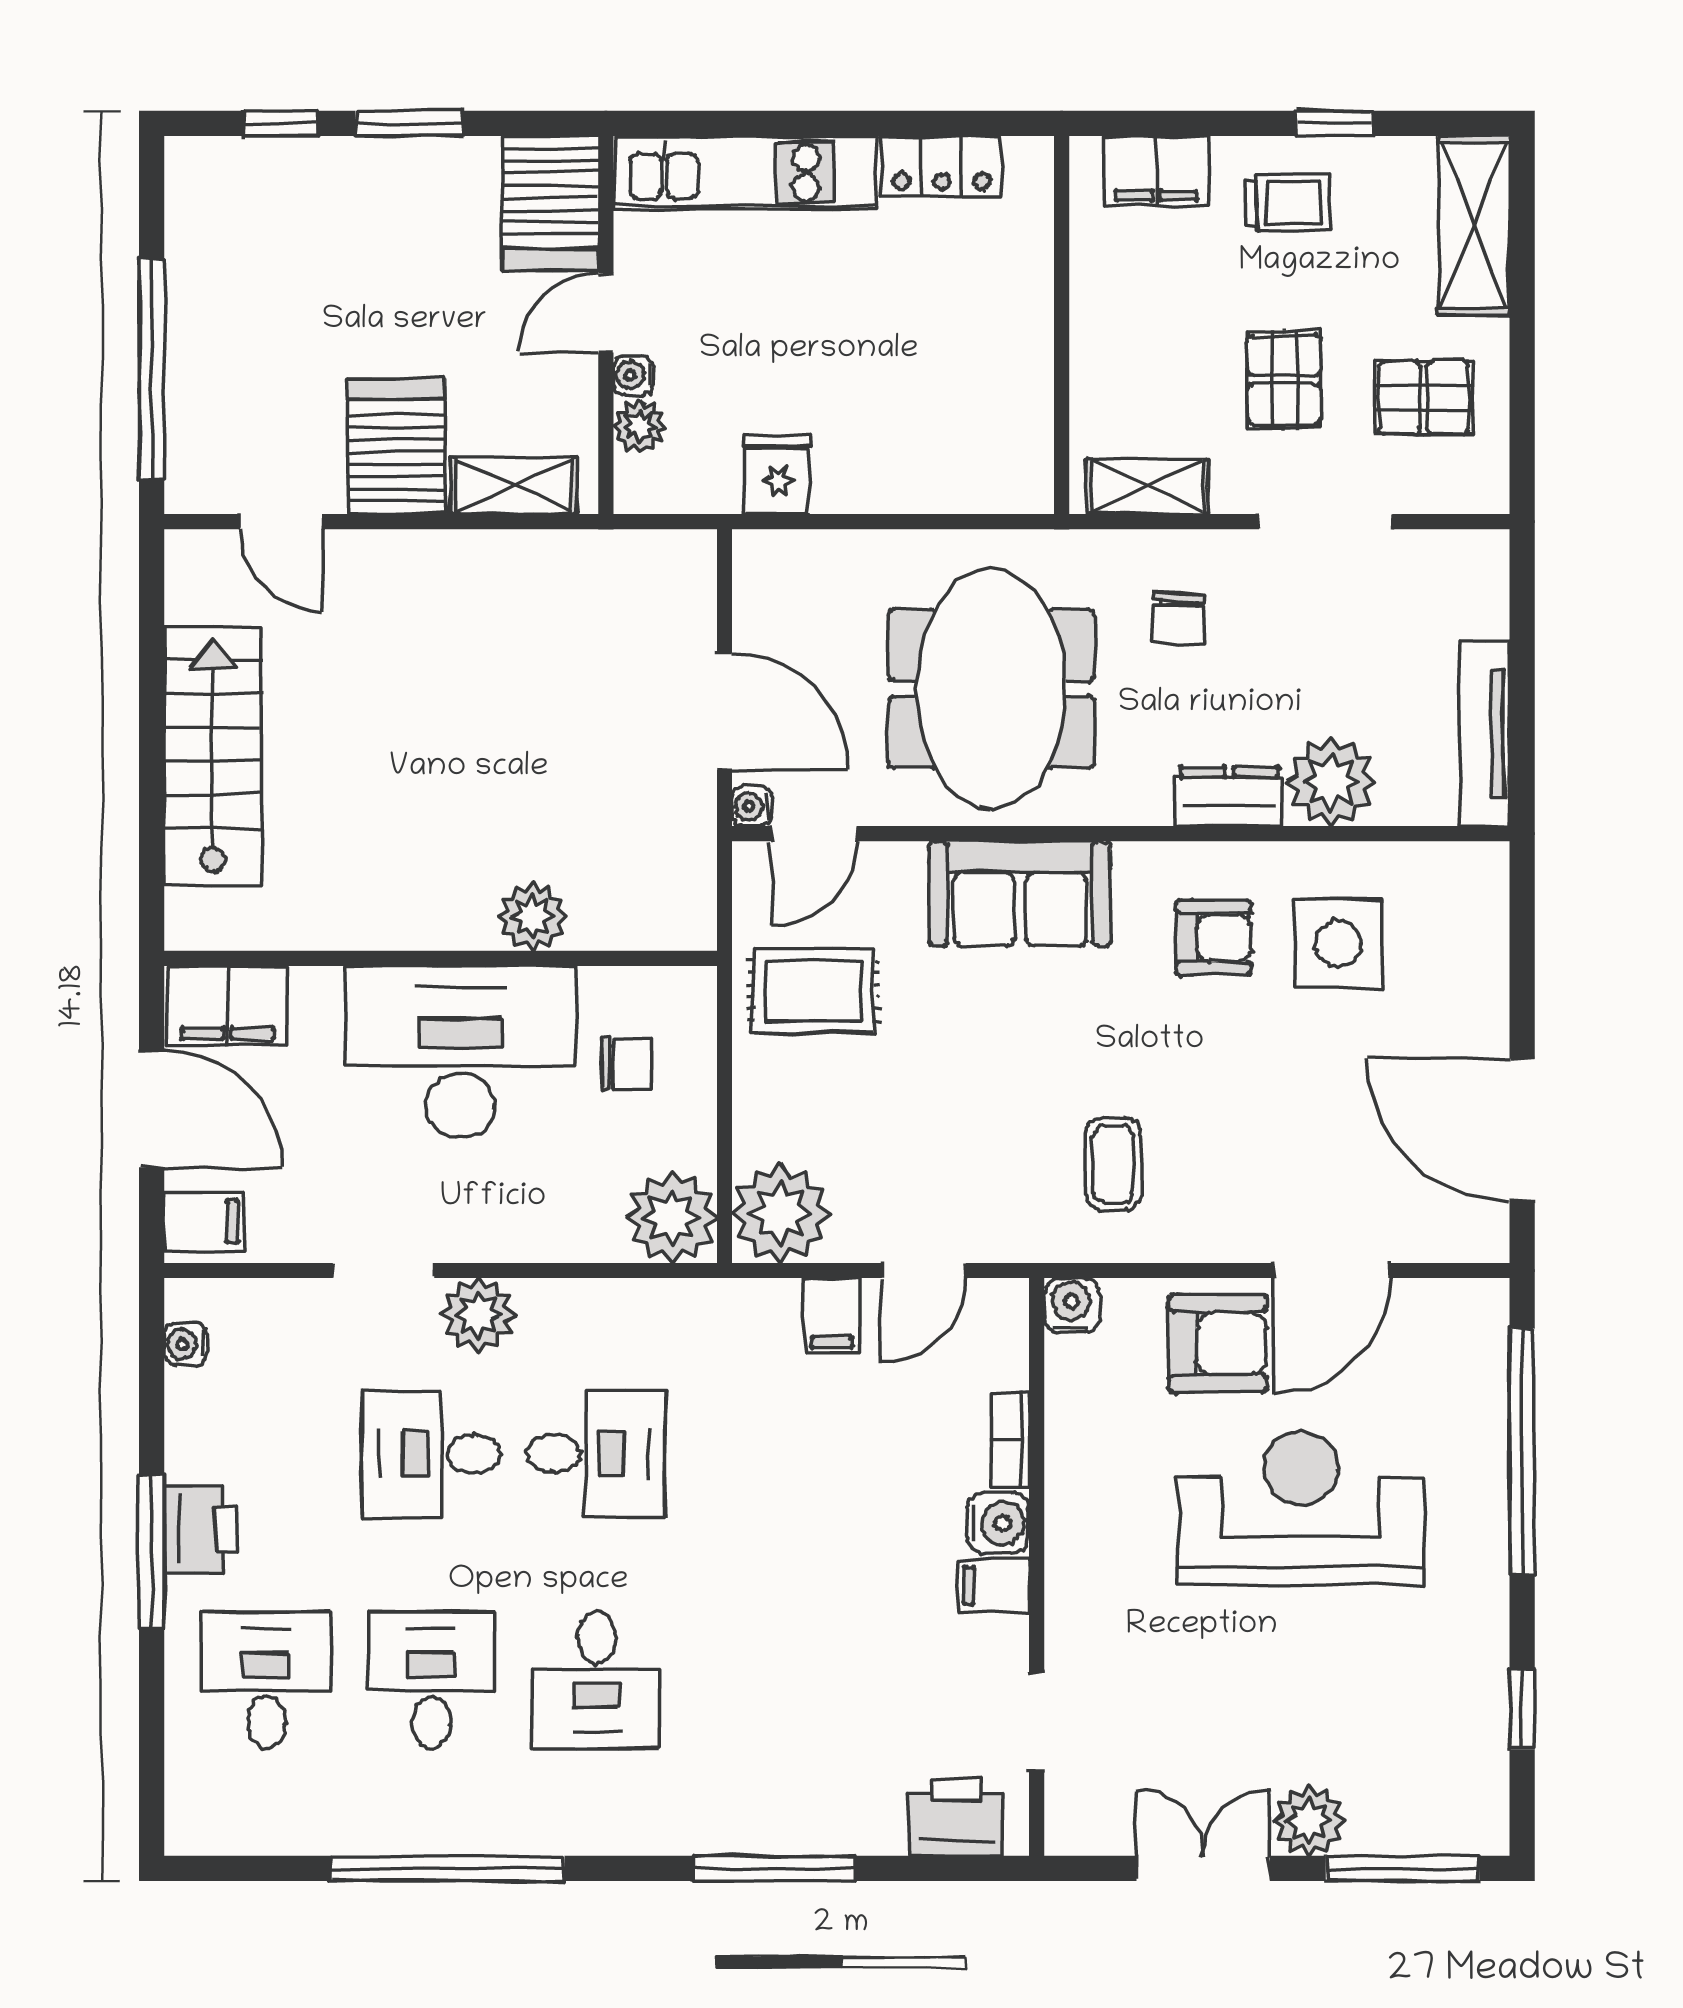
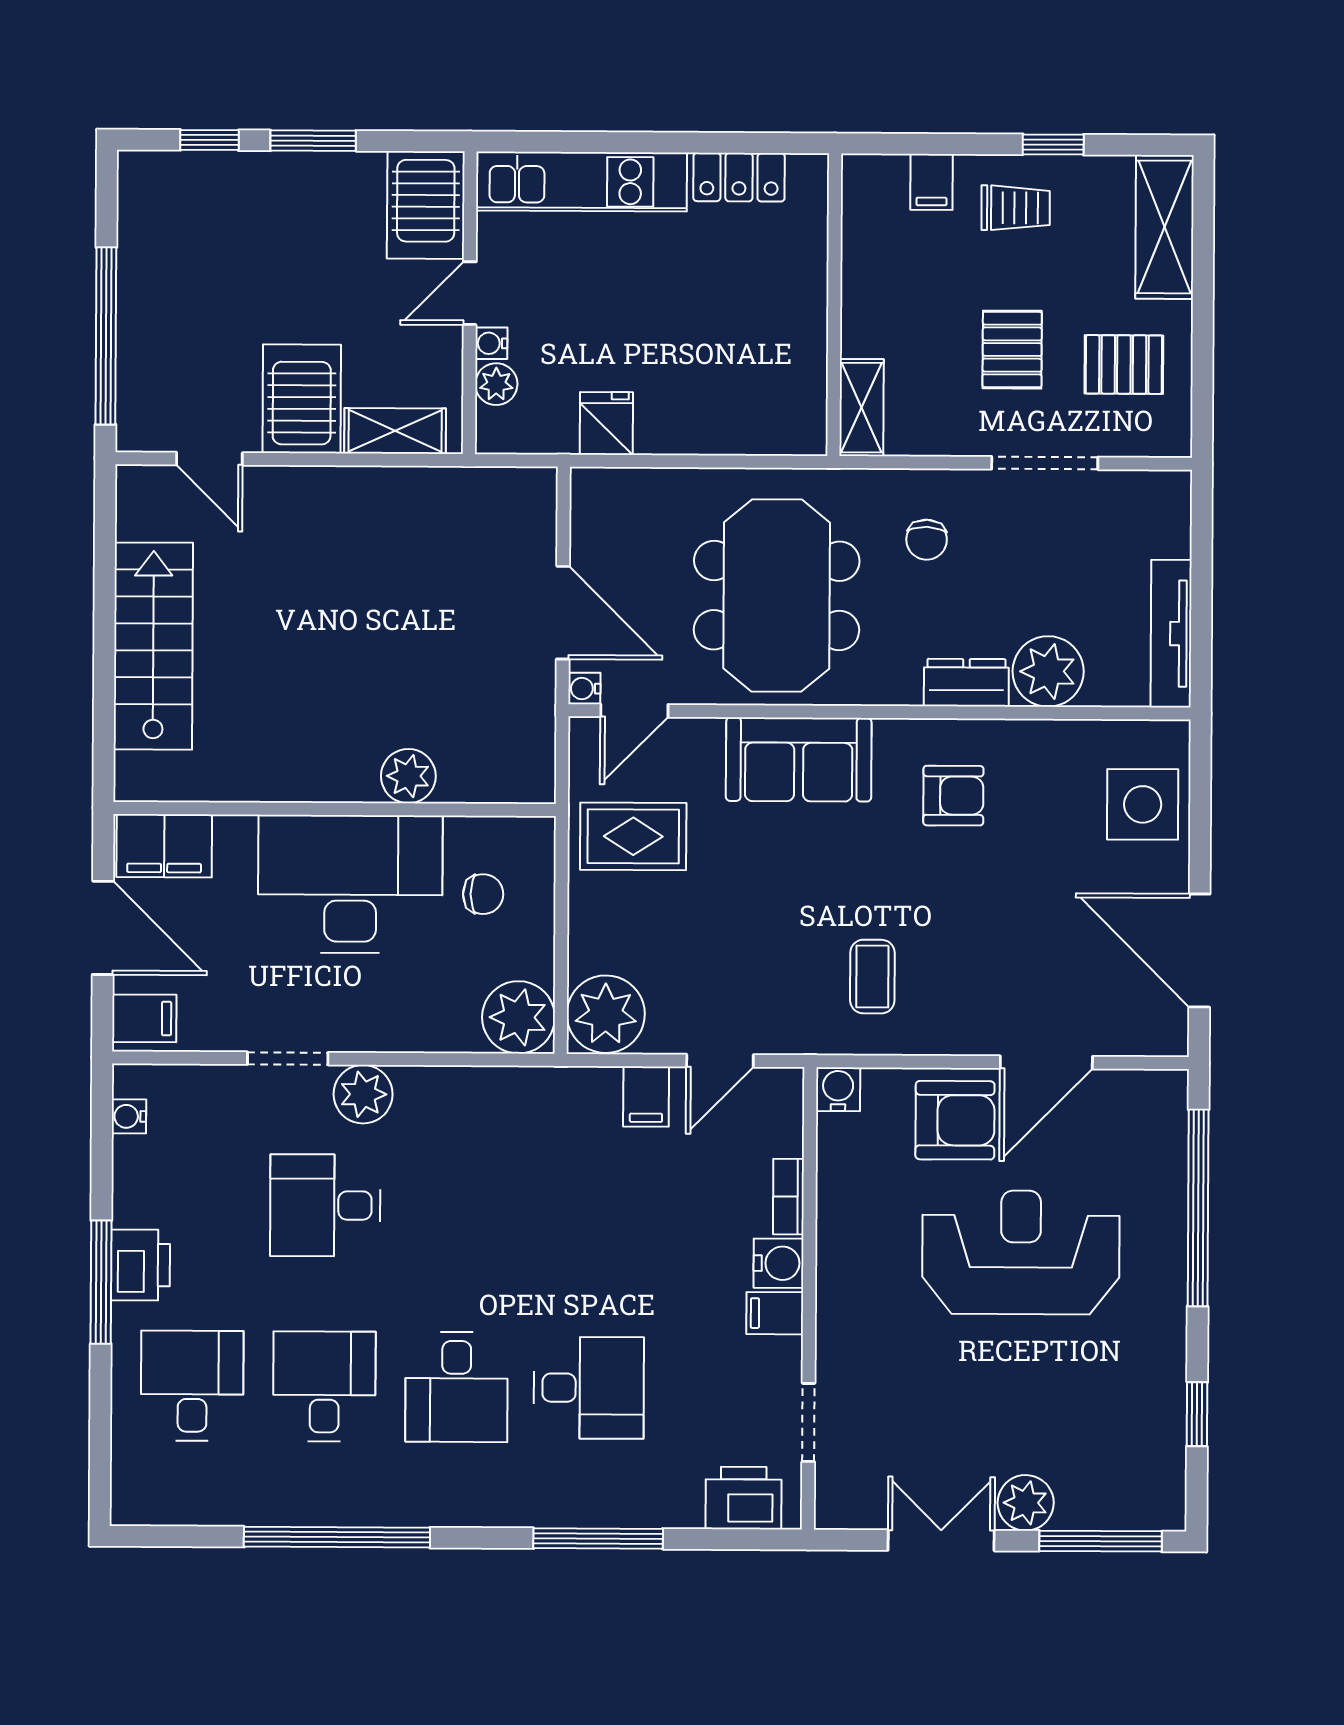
filing cabinet: (1156, 171) -> (932, 182), width x0.50
shelving: (1147, 487) -> (862, 408), moved, turned 90
side table: (1338, 944) -> (1143, 804), moved
desk: (597, 1454) -> (589, 1388), moved

